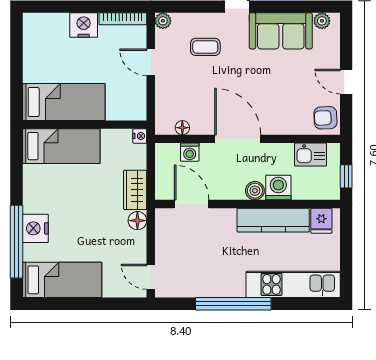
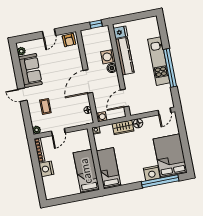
washing machine: (190, 152) -> (102, 117), moved
kitchen sink: (310, 155) -> (89, 44), removed
bed: (62, 280) -> (170, 156), width x1.50
kitchen unit: (293, 284) -> (159, 61), moved

